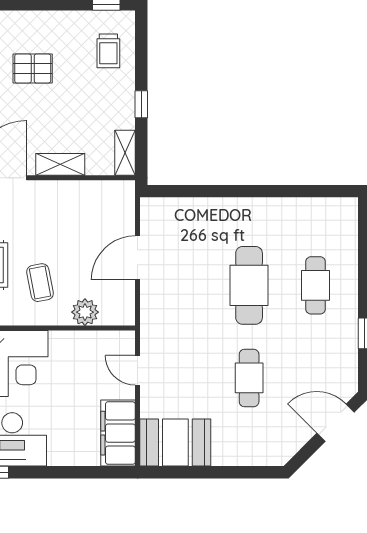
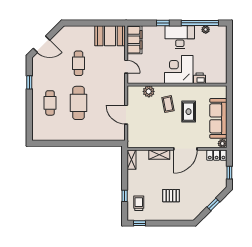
window: (141, 104) -> (125, 196), moved
door: (138, 258) -> (126, 115), swing flipped
window: (52, 472) -> (163, 23), added

